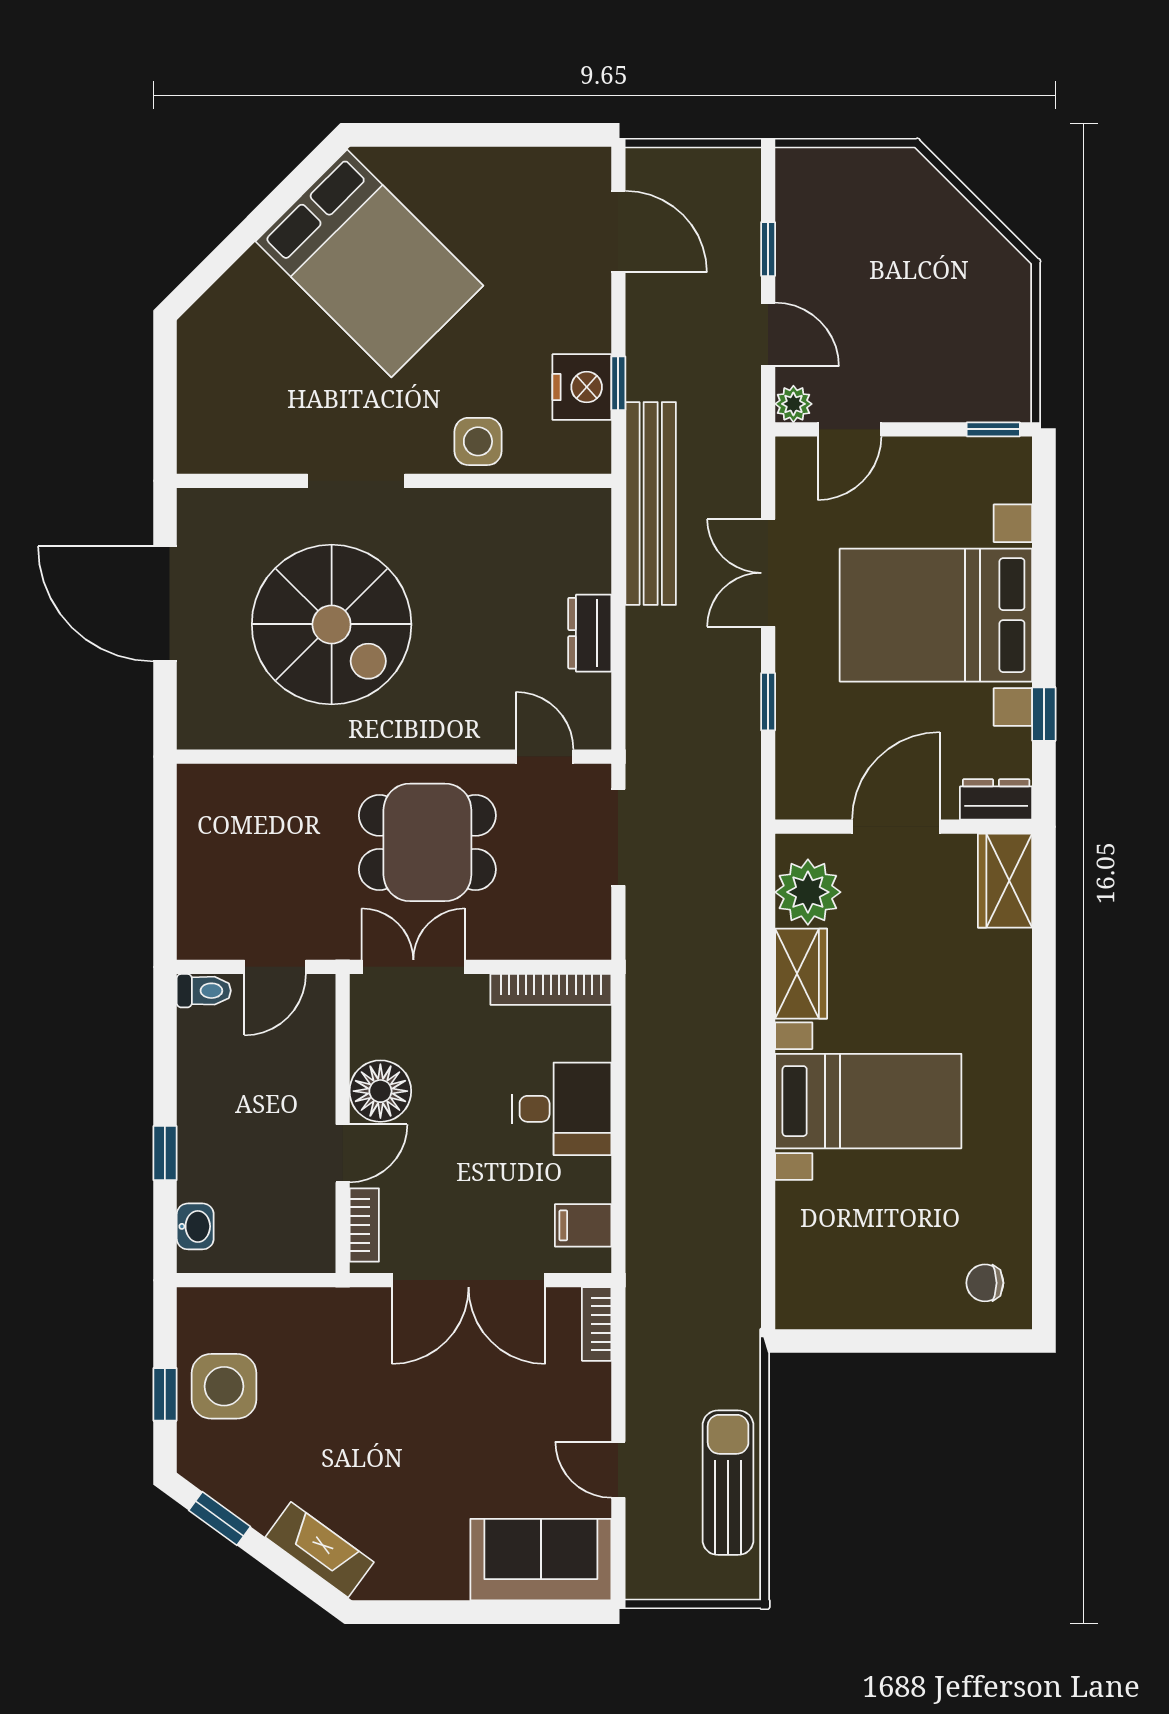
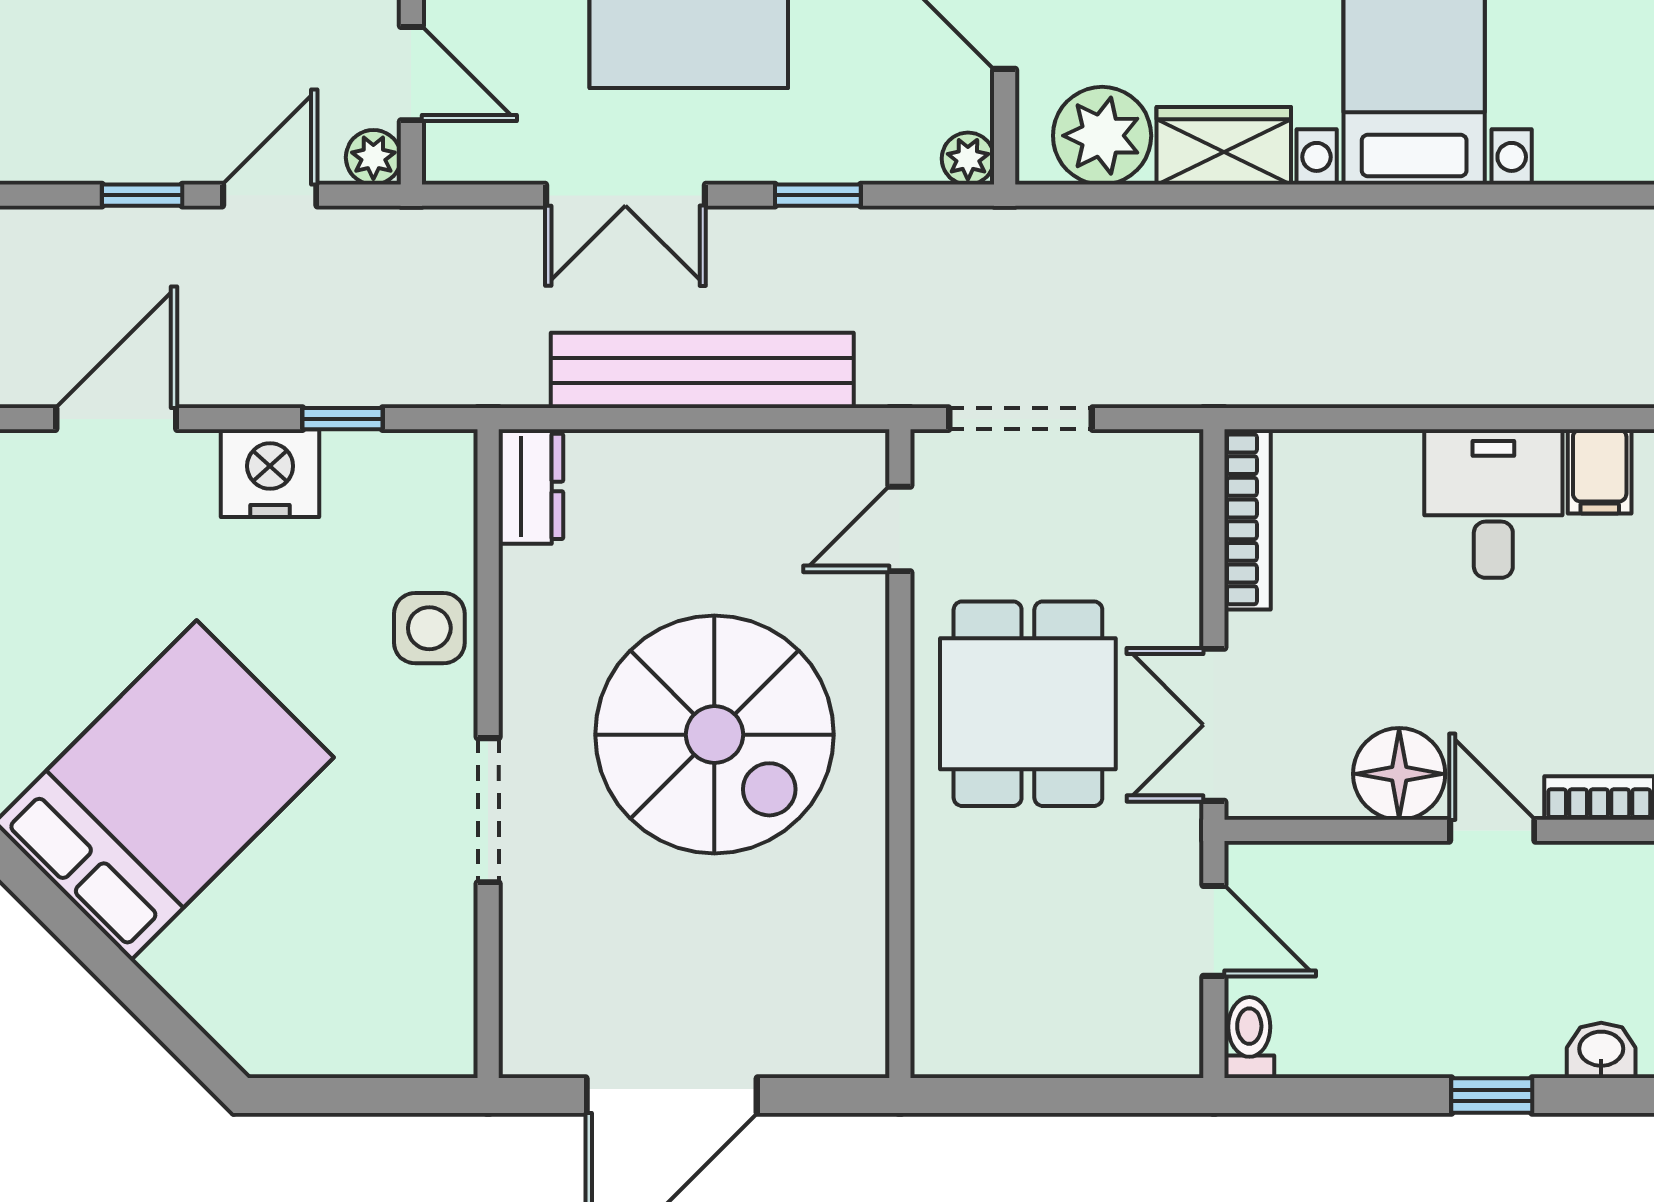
nightstand: (582, 387) -> (270, 473), moved
bench: (651, 504) -> (702, 370), moved
spiral stairs: (332, 624) -> (714, 735), moved, turned 90
dresser: (590, 633) -> (531, 486), moved, turned -90
plant: (793, 802) -> (968, 159), added
desk: (562, 1109) -> (1493, 503), moved

